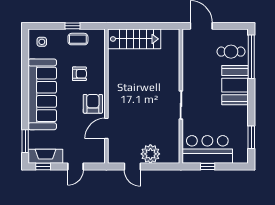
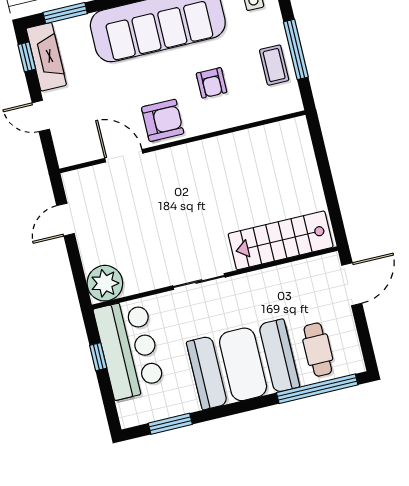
window: (73, 26) -> (296, 49), width x2.17
stairs: (134, 39) -> (281, 240), moved, turned 90
booth: (235, 85) -> (243, 364), width x1.36, depth x1.42
plant: (150, 154) -> (105, 283), moved

